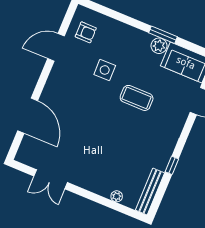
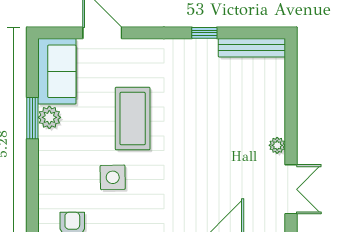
coffee table: (137, 98) -> (133, 119), width x1.36, depth x1.32
plant: (117, 196) -> (277, 145), moved

